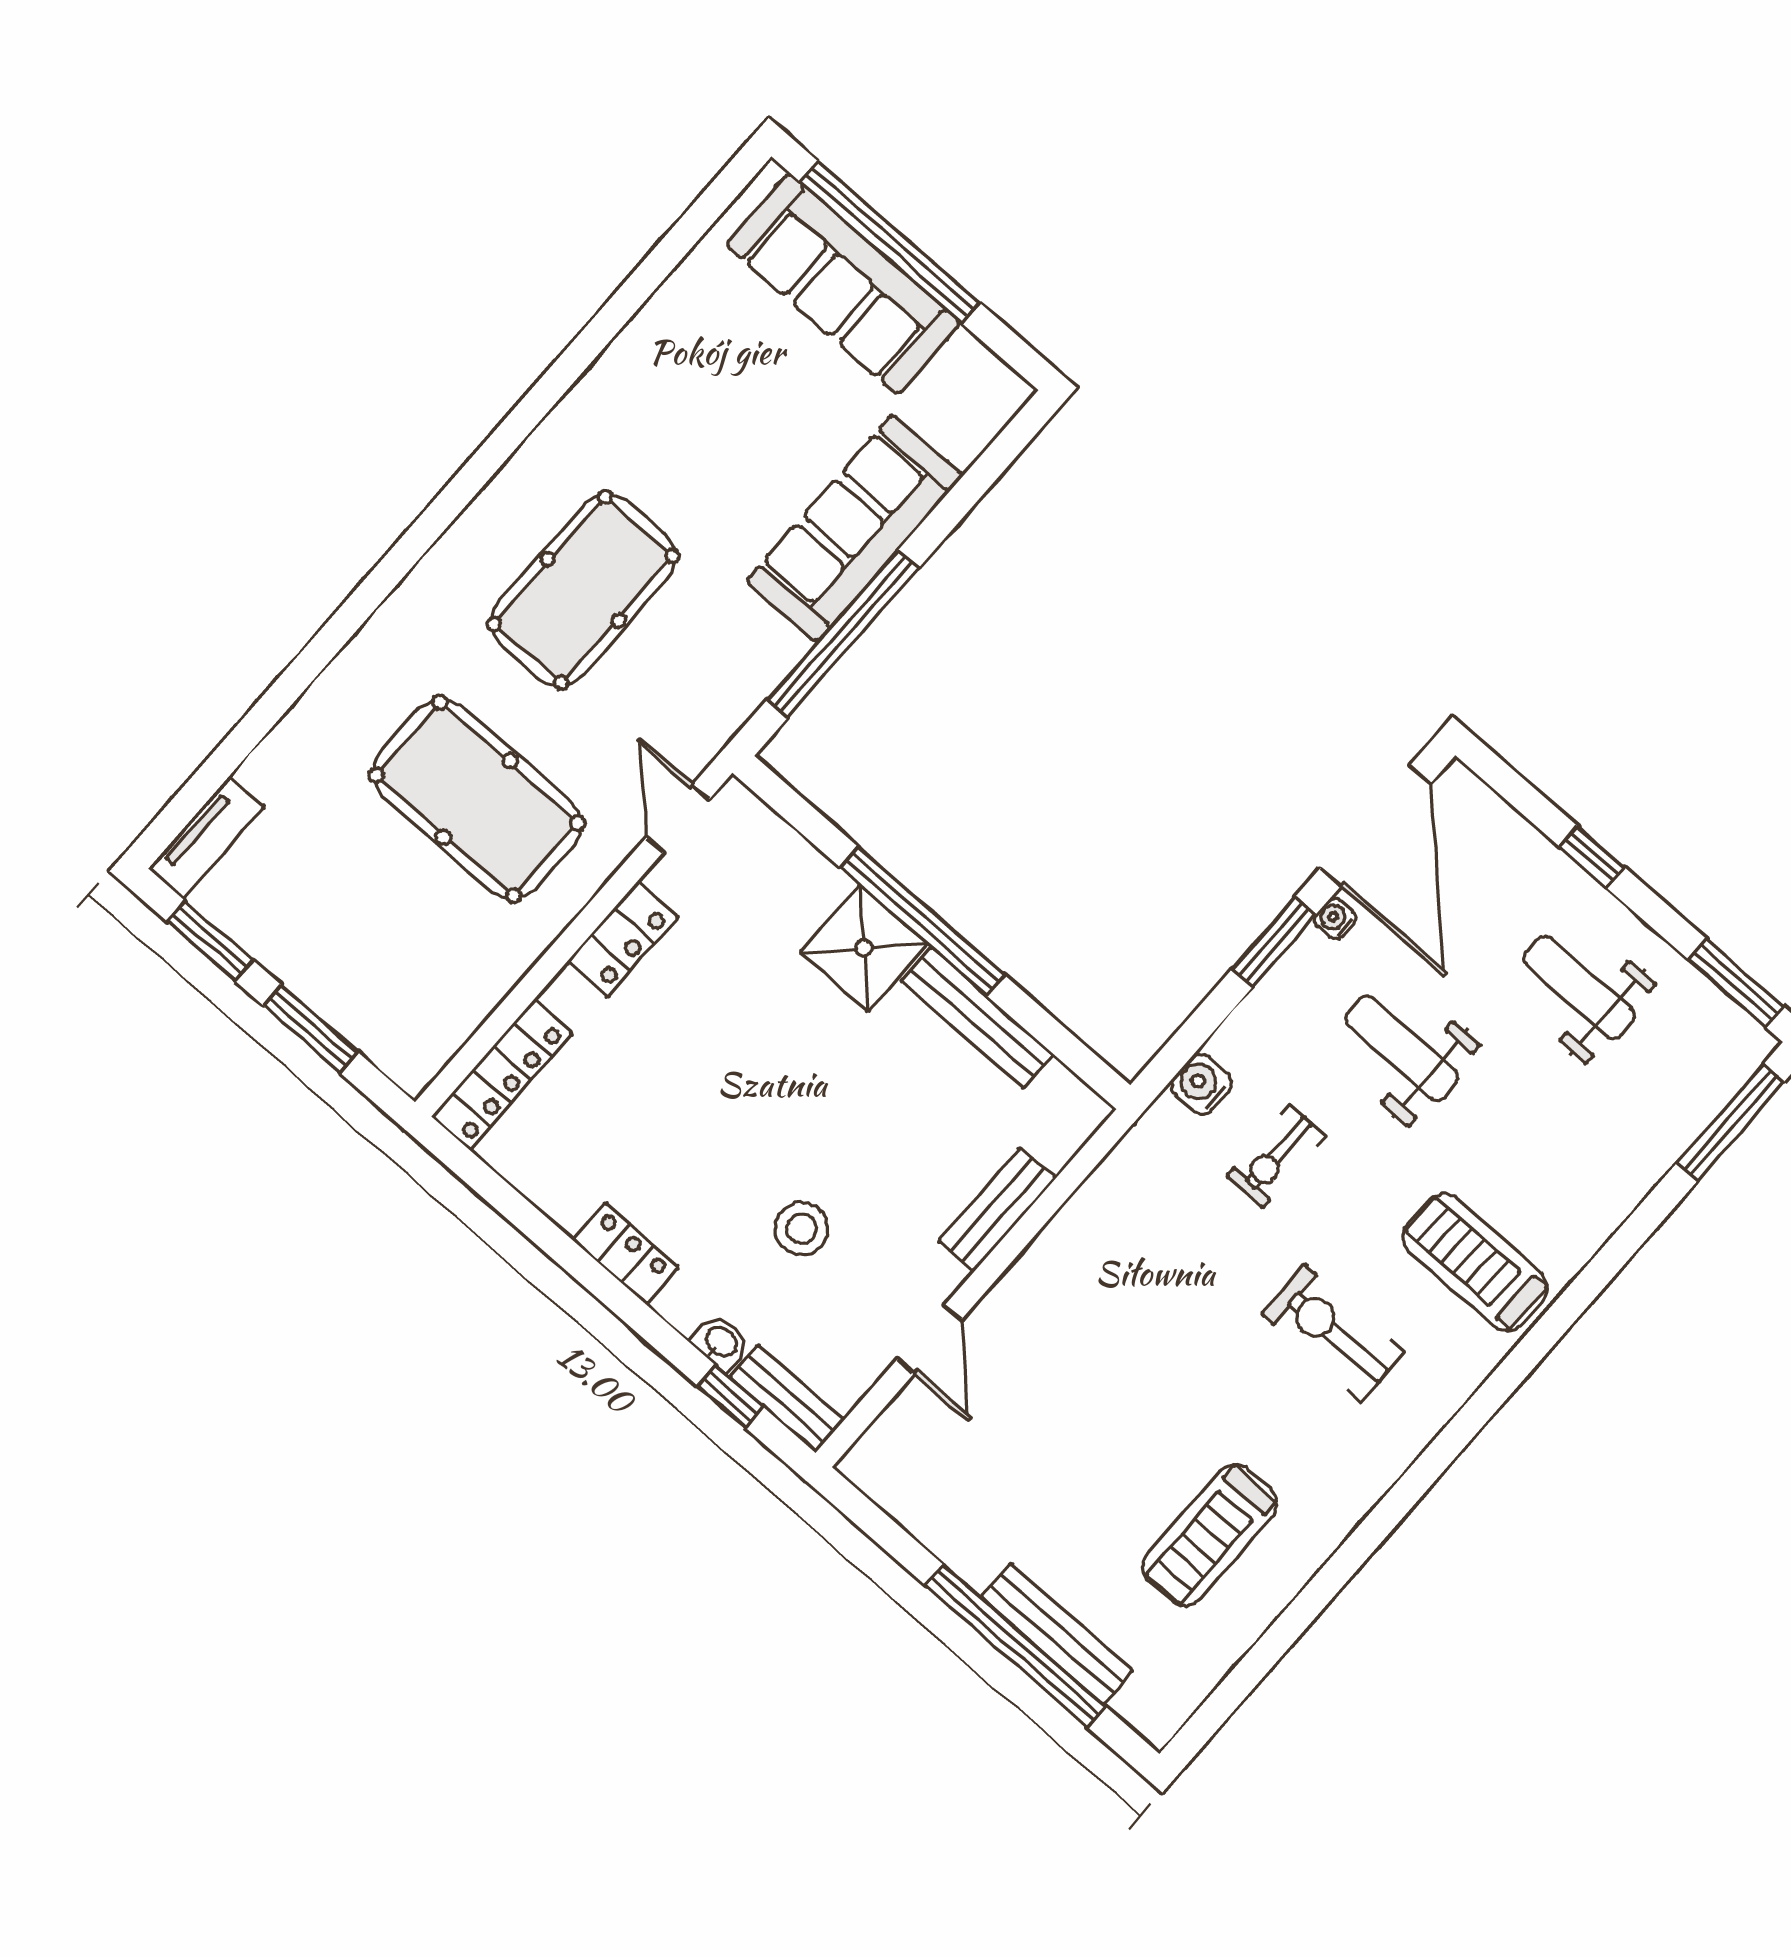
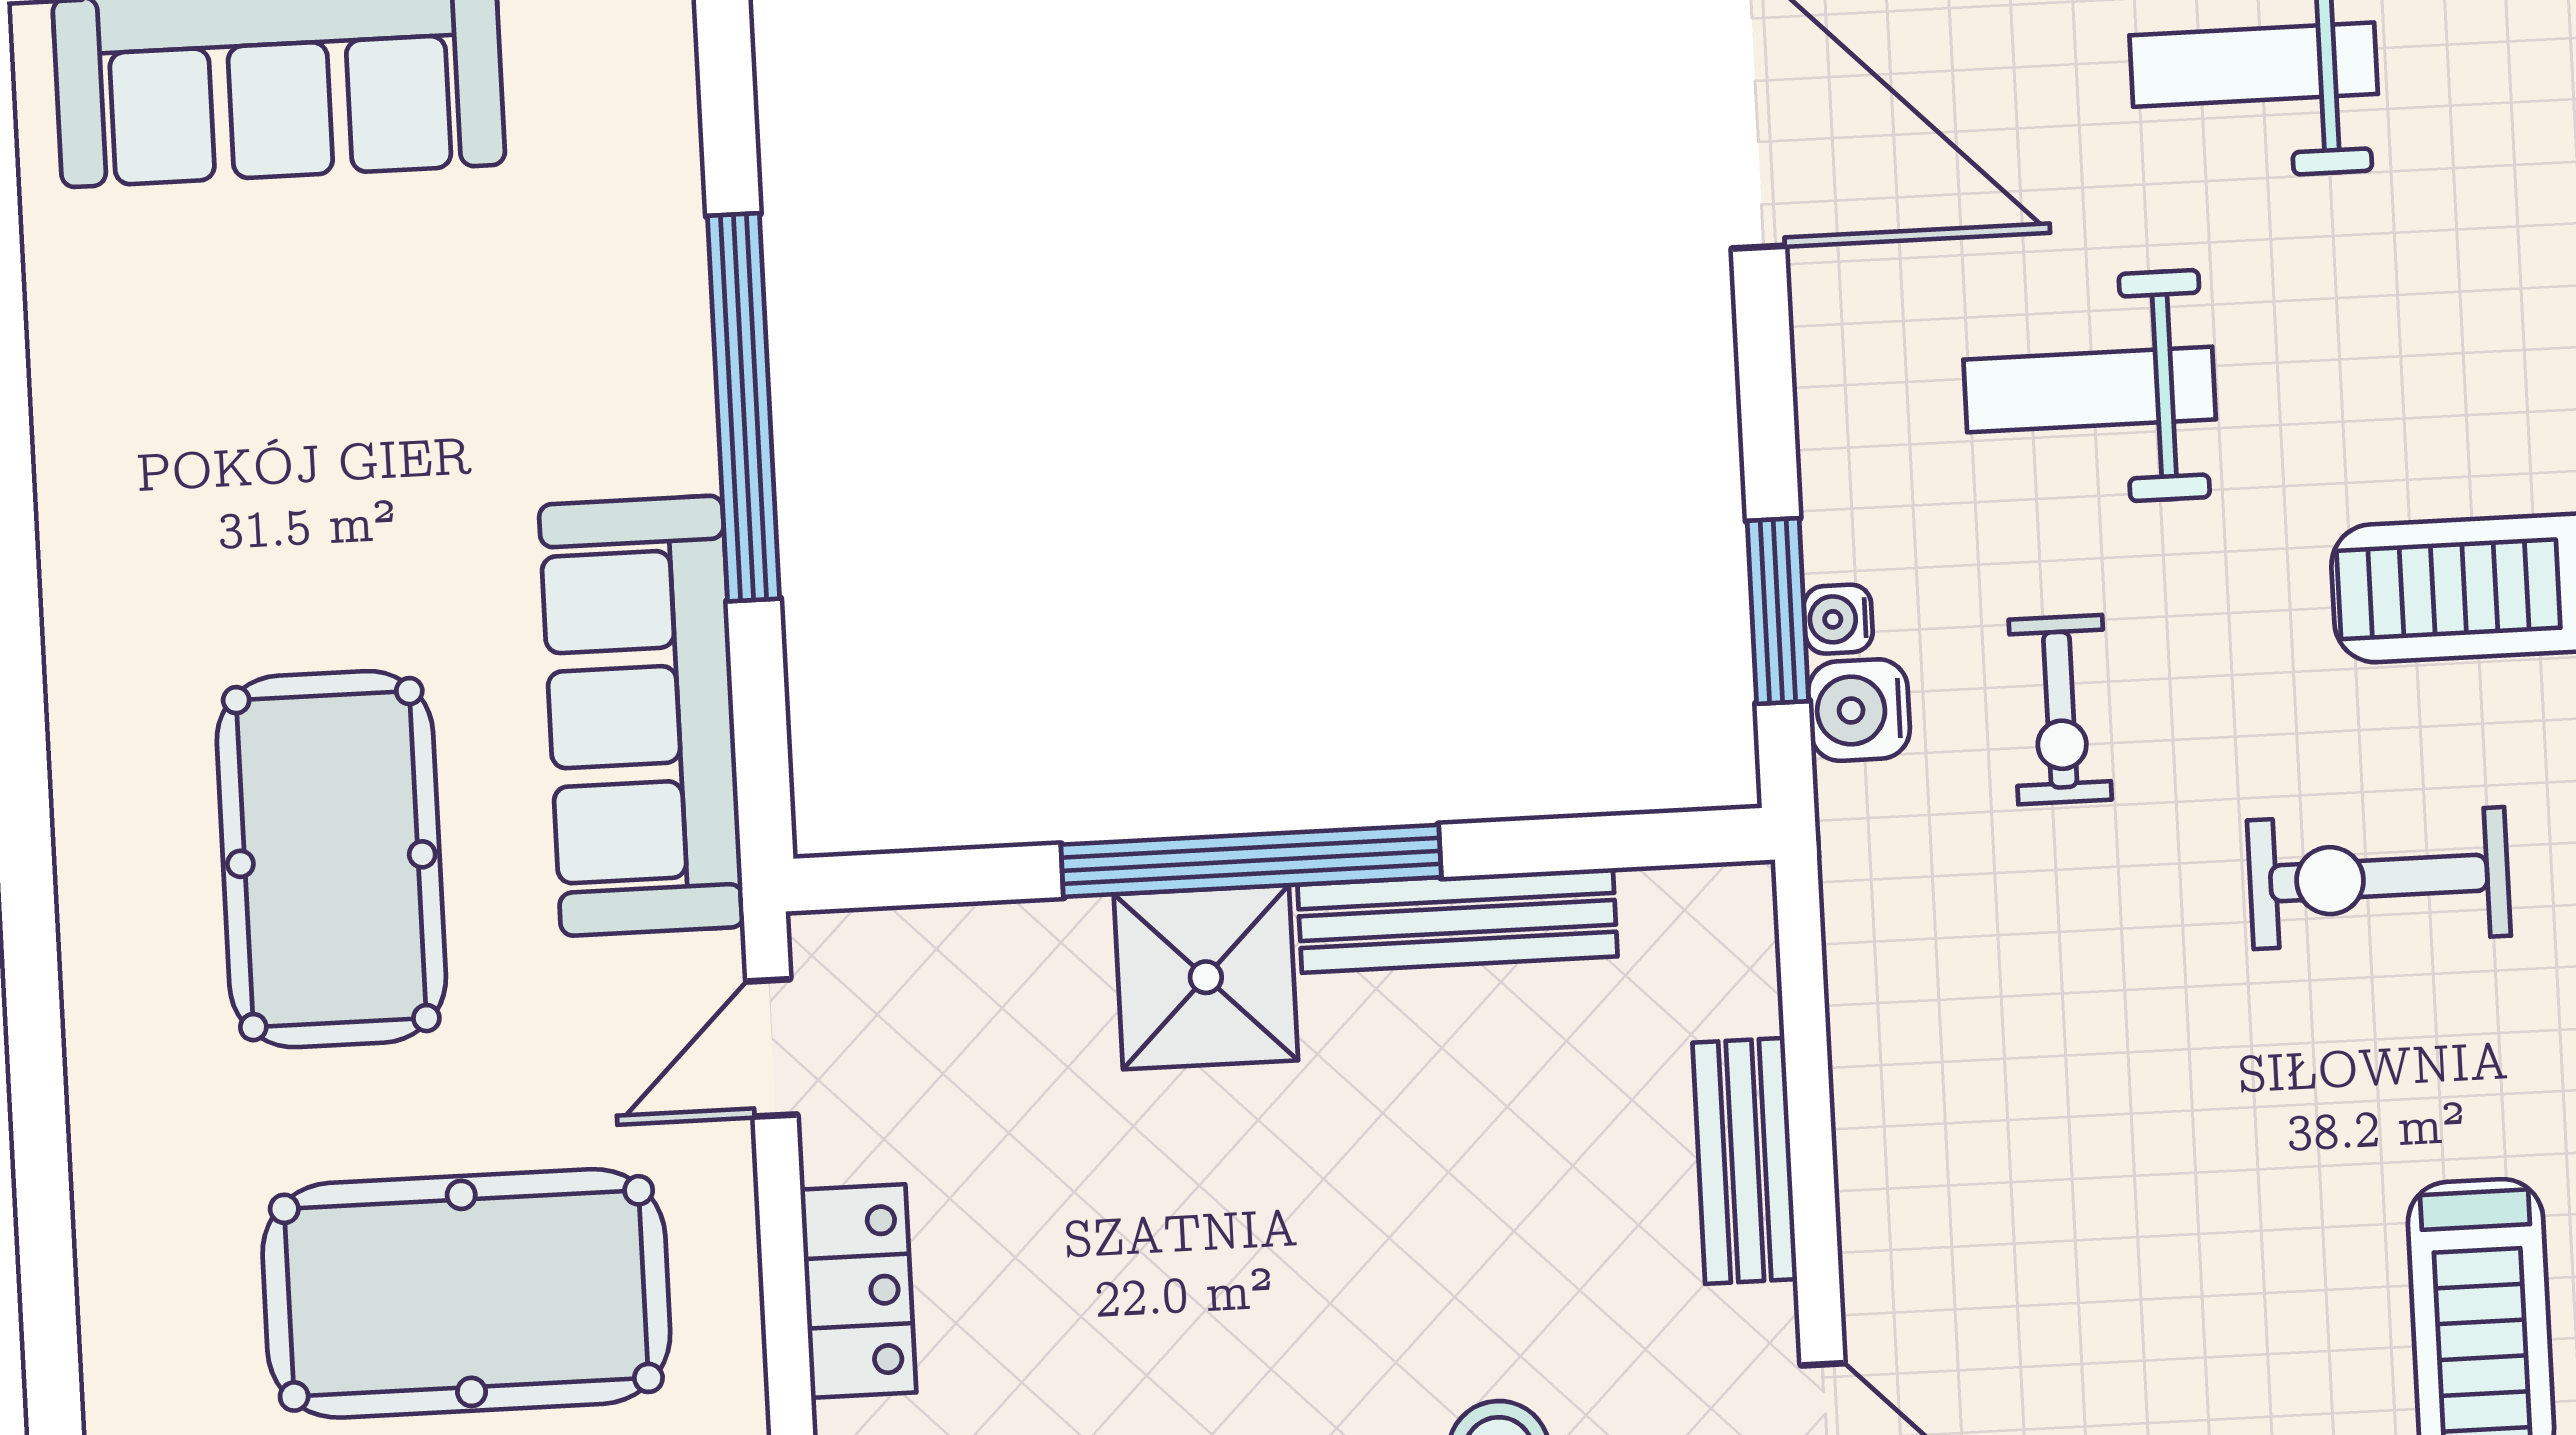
sofa: (855, 528) -> (642, 716), moved
window: (843, 634) -> (743, 407), moved
door: (678, 818) -> (772, 1048), hinge flipped
water cooler: (1335, 919) -> (1838, 619), moved
window: (1274, 942) -> (1778, 611), moved

